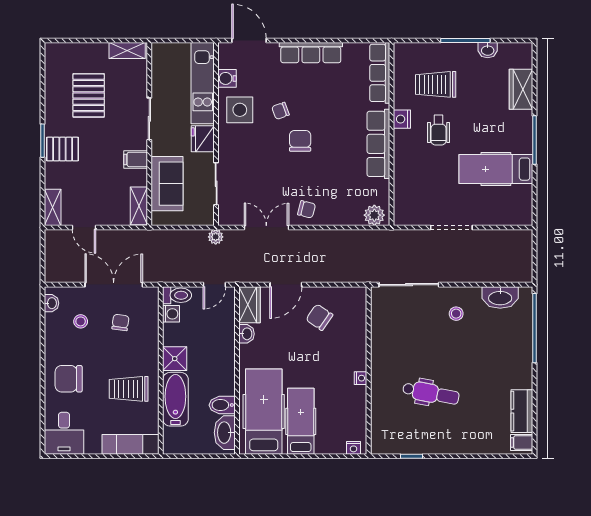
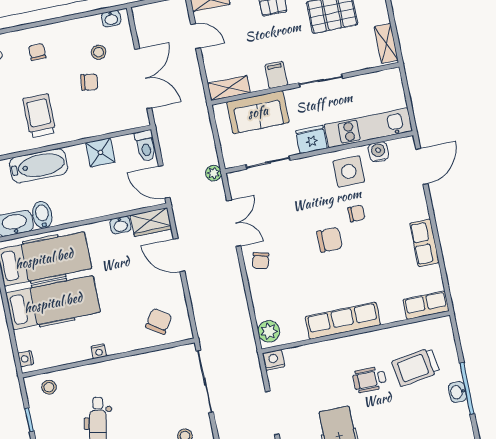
washbasin: (488, 50) -> (457, 392), moved
row of seats: (311, 53) -> (424, 243), width x0.68
row of seats: (380, 73) -> (426, 305), width x0.68
trolley: (436, 84) -> (416, 367), turned -99
chair: (281, 111) -> (356, 213), turned 110
nightstand: (402, 119) -> (273, 360), moved
door: (84, 227) -> (196, 36), swing flipped
door: (214, 285) -> (164, 182), width x1.38
washing machine: (171, 314) -> (125, 143), removed
chair: (319, 317) -> (159, 321), moved
chair: (120, 322) -> (89, 82), moved
shower: (175, 359) -> (100, 152), moved
chair: (69, 379) -> (37, 52), width x0.54, depth x0.54
hospital bed: (301, 421) -> (53, 303), width x1.37, depth x1.29
stool: (385, 432) -> (49, 387), added

